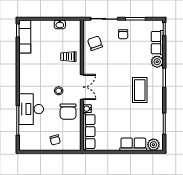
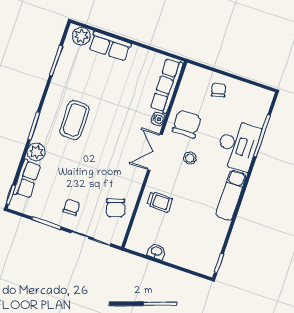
exam couch: (25, 37) -> (231, 195), moved

